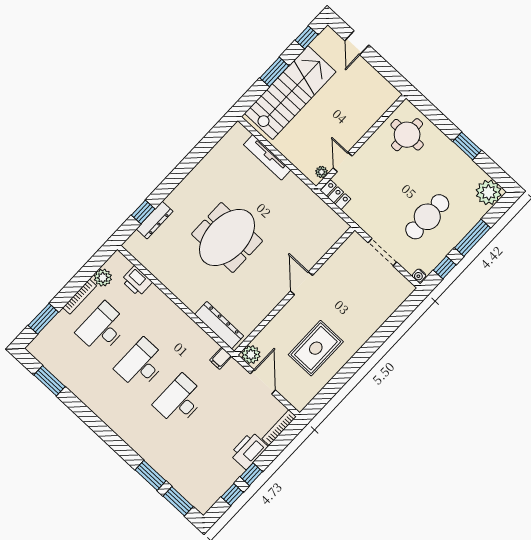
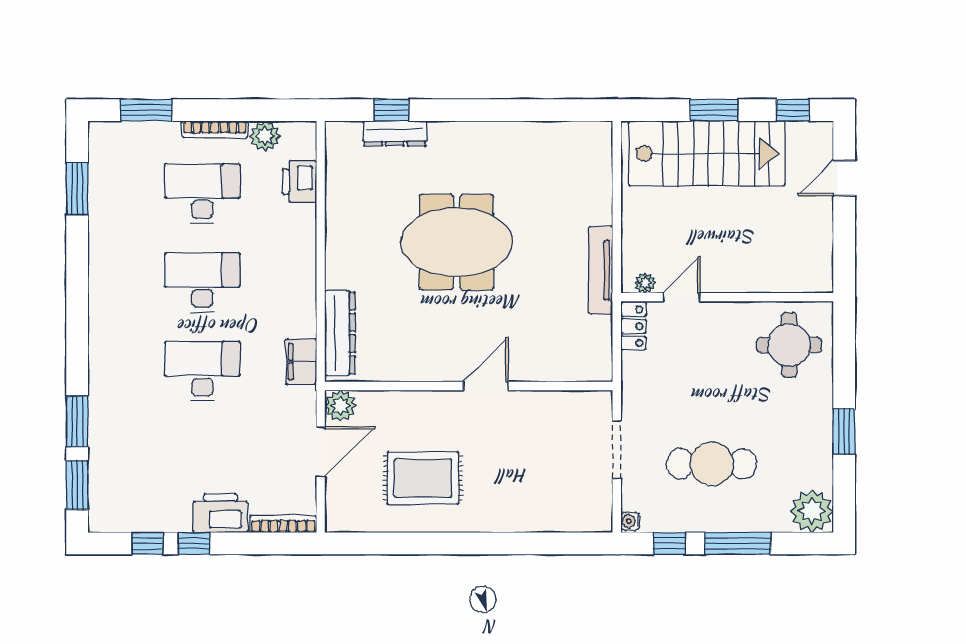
tv unit: (267, 157) -> (601, 270), moved
filing cabinet: (221, 358) -> (301, 361), width x2.00

